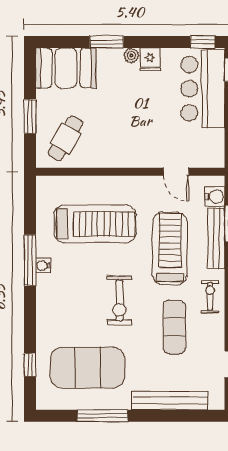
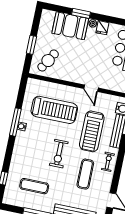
booth: (66, 68) -> (70, 26), moved
door: (176, 172) -> (91, 88), moved
treadmill: (170, 248) -> (92, 131), turned 180
exercise mat: (88, 368) -> (34, 186), width x0.50, depth x0.69

